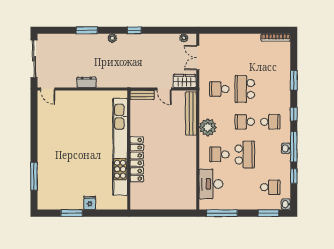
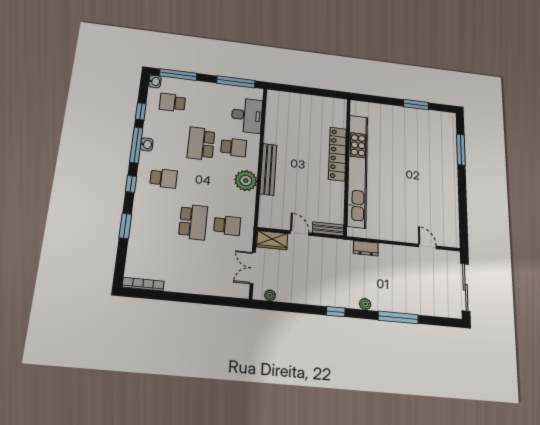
window: (87, 30) -> (398, 317), width x1.44
double door: (198, 58) -> (253, 268), swing flipped
dresser: (87, 82) -> (366, 248), moved
door: (48, 89) -> (427, 246), moved
bench: (191, 114) -> (268, 169), moved
school desk: (245, 122) -> (197, 182), removed
school desk: (270, 122) -> (164, 178), turned 180
fridge: (90, 203) -> (395, 113), removed
window: (268, 213) -> (178, 75), width x1.44

